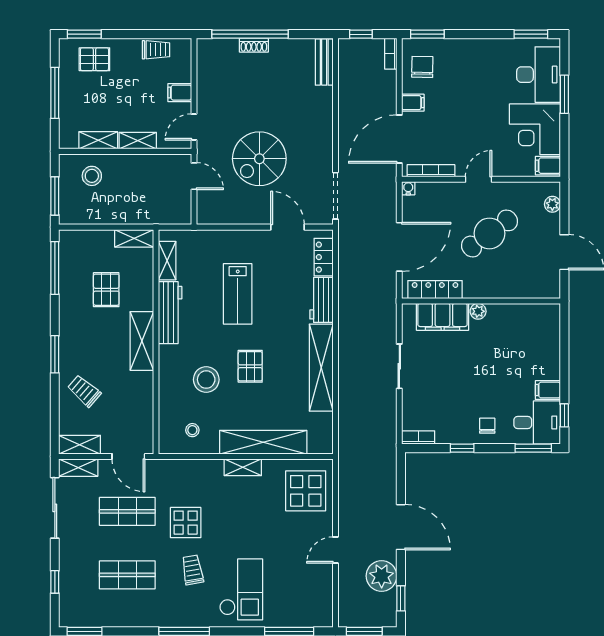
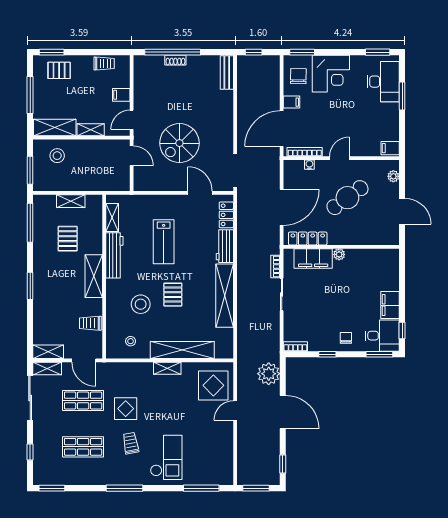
bookcase: (391, 54) -> (275, 267), moved
corner desk: (535, 129) -> (331, 74), moved, turned -90
shelving: (98, 140) -> (55, 127), width x1.50, depth x1.33
water cooler: (408, 188) -> (309, 165), moved
shelving: (134, 238) -> (71, 201), moved
filing cabinet: (548, 390) -> (390, 305), width x2.00
trolley: (84, 391) -> (90, 323), moved, turned -41
door: (335, 550) -> (235, 410), moved
plant: (382, 576) -> (269, 374), moved

